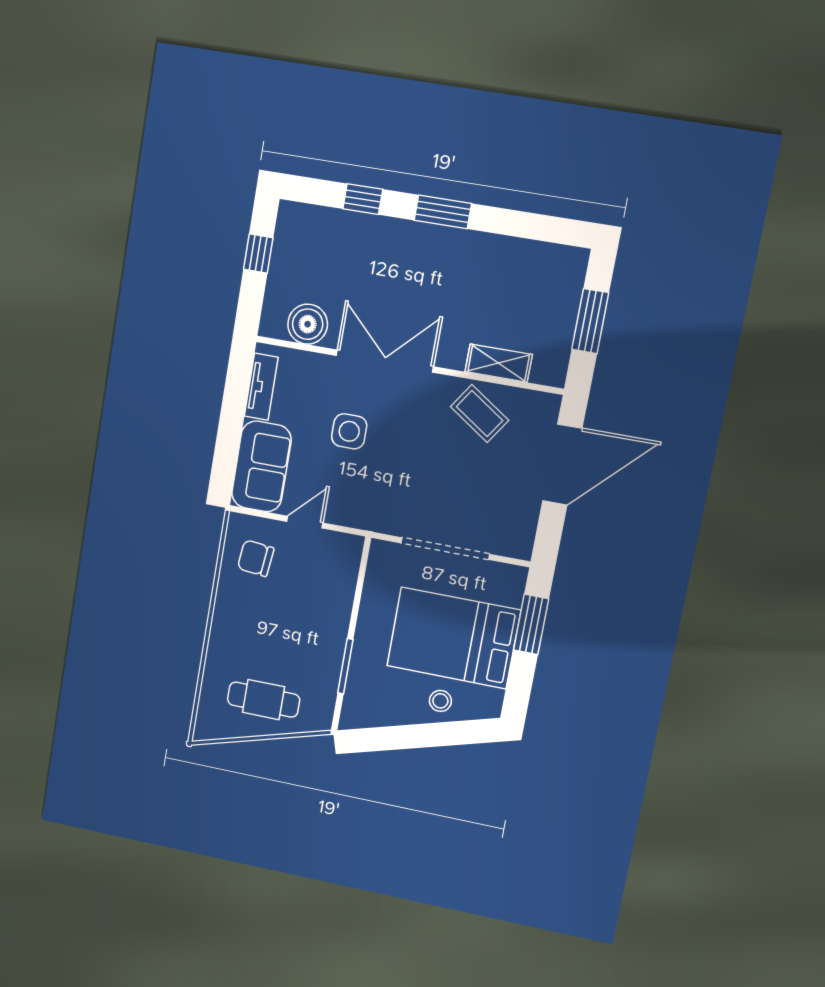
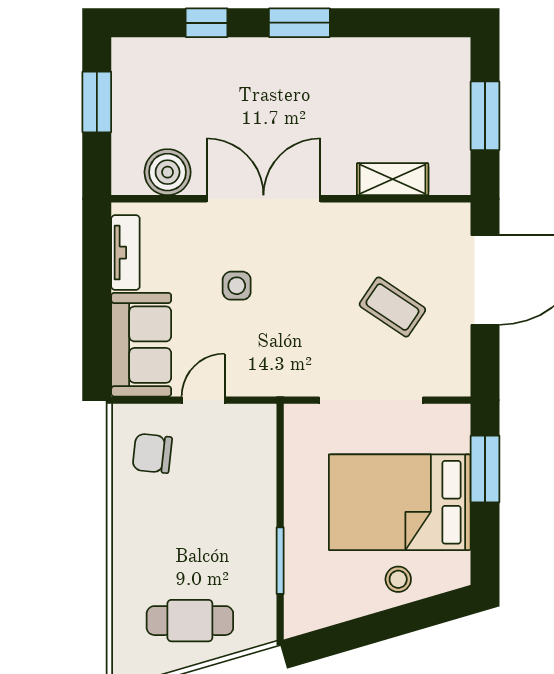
window: (258, 254) -> (97, 102), width x1.50
coffee table: (480, 414) -> (392, 307), moved
side table: (349, 431) -> (237, 286), width x0.73, depth x0.73

